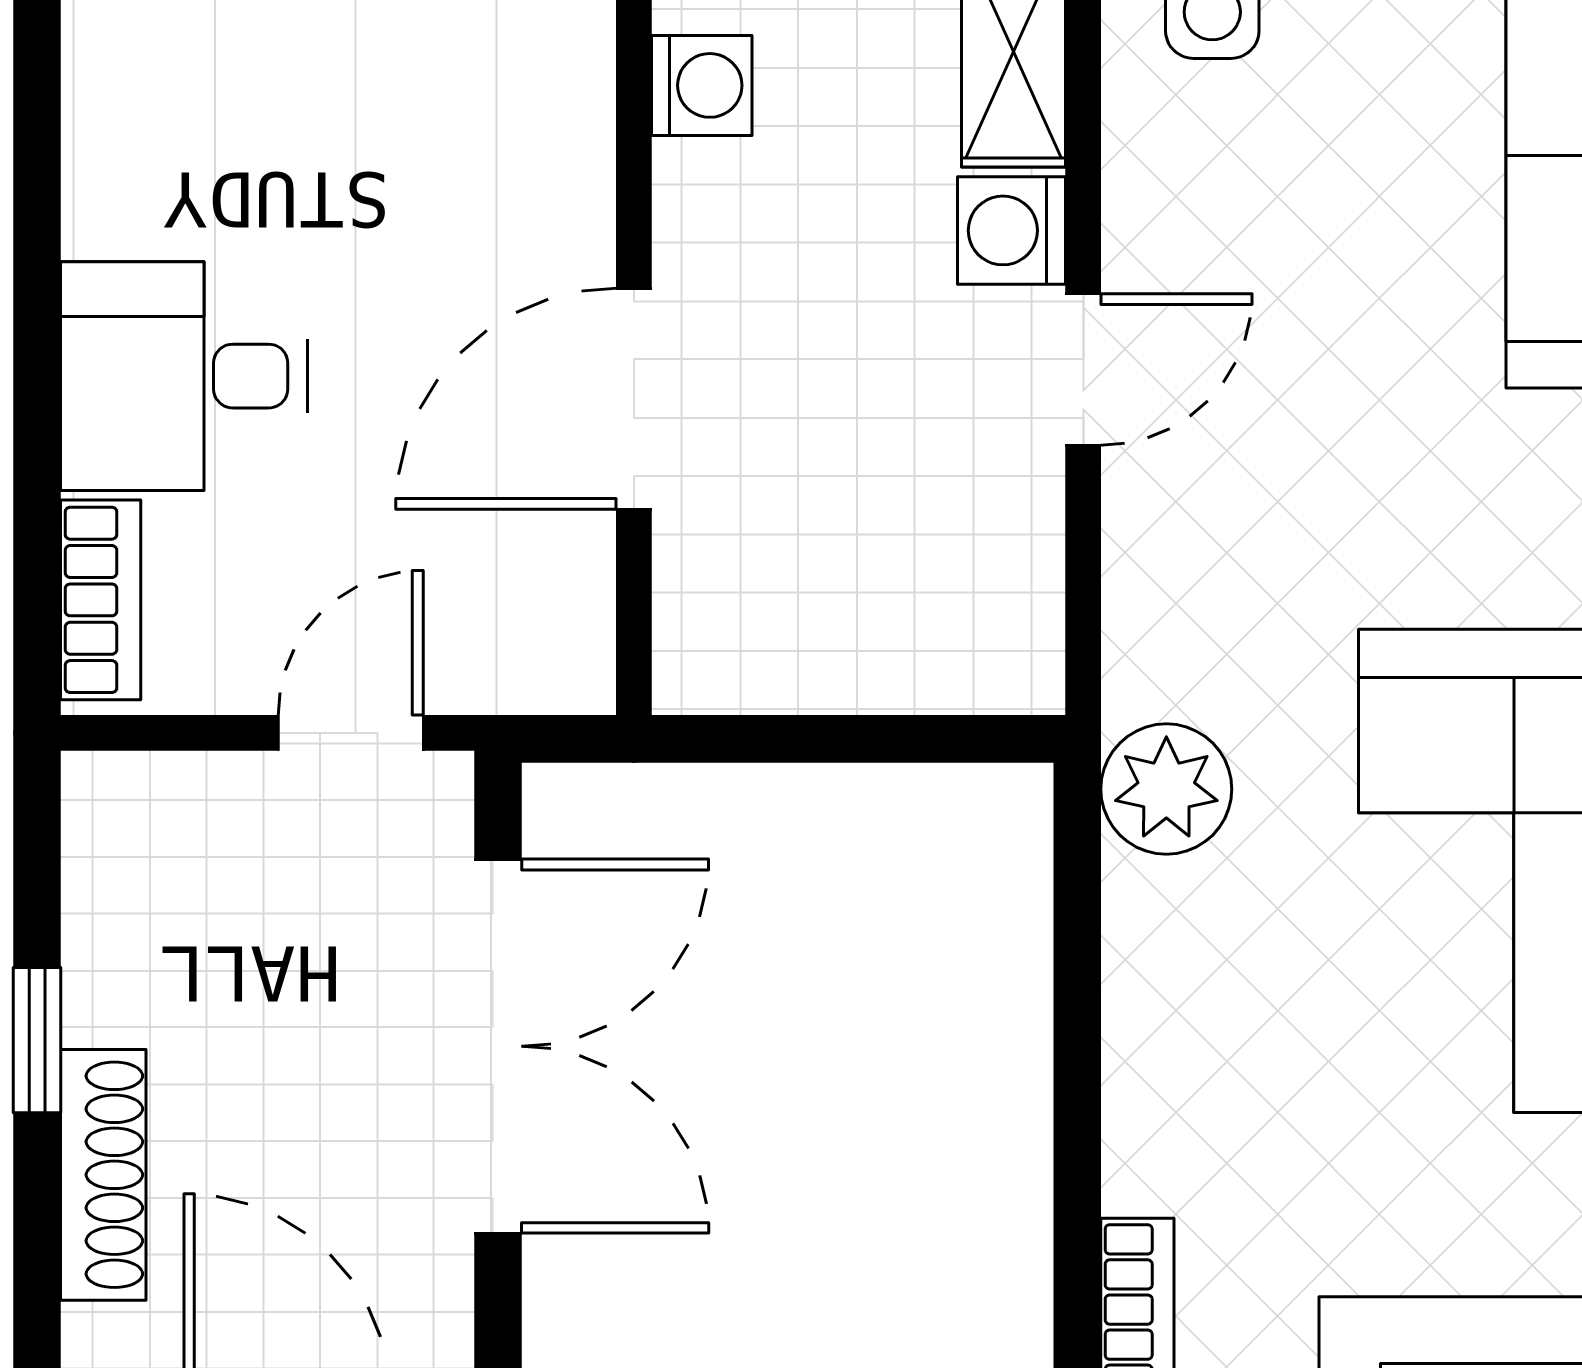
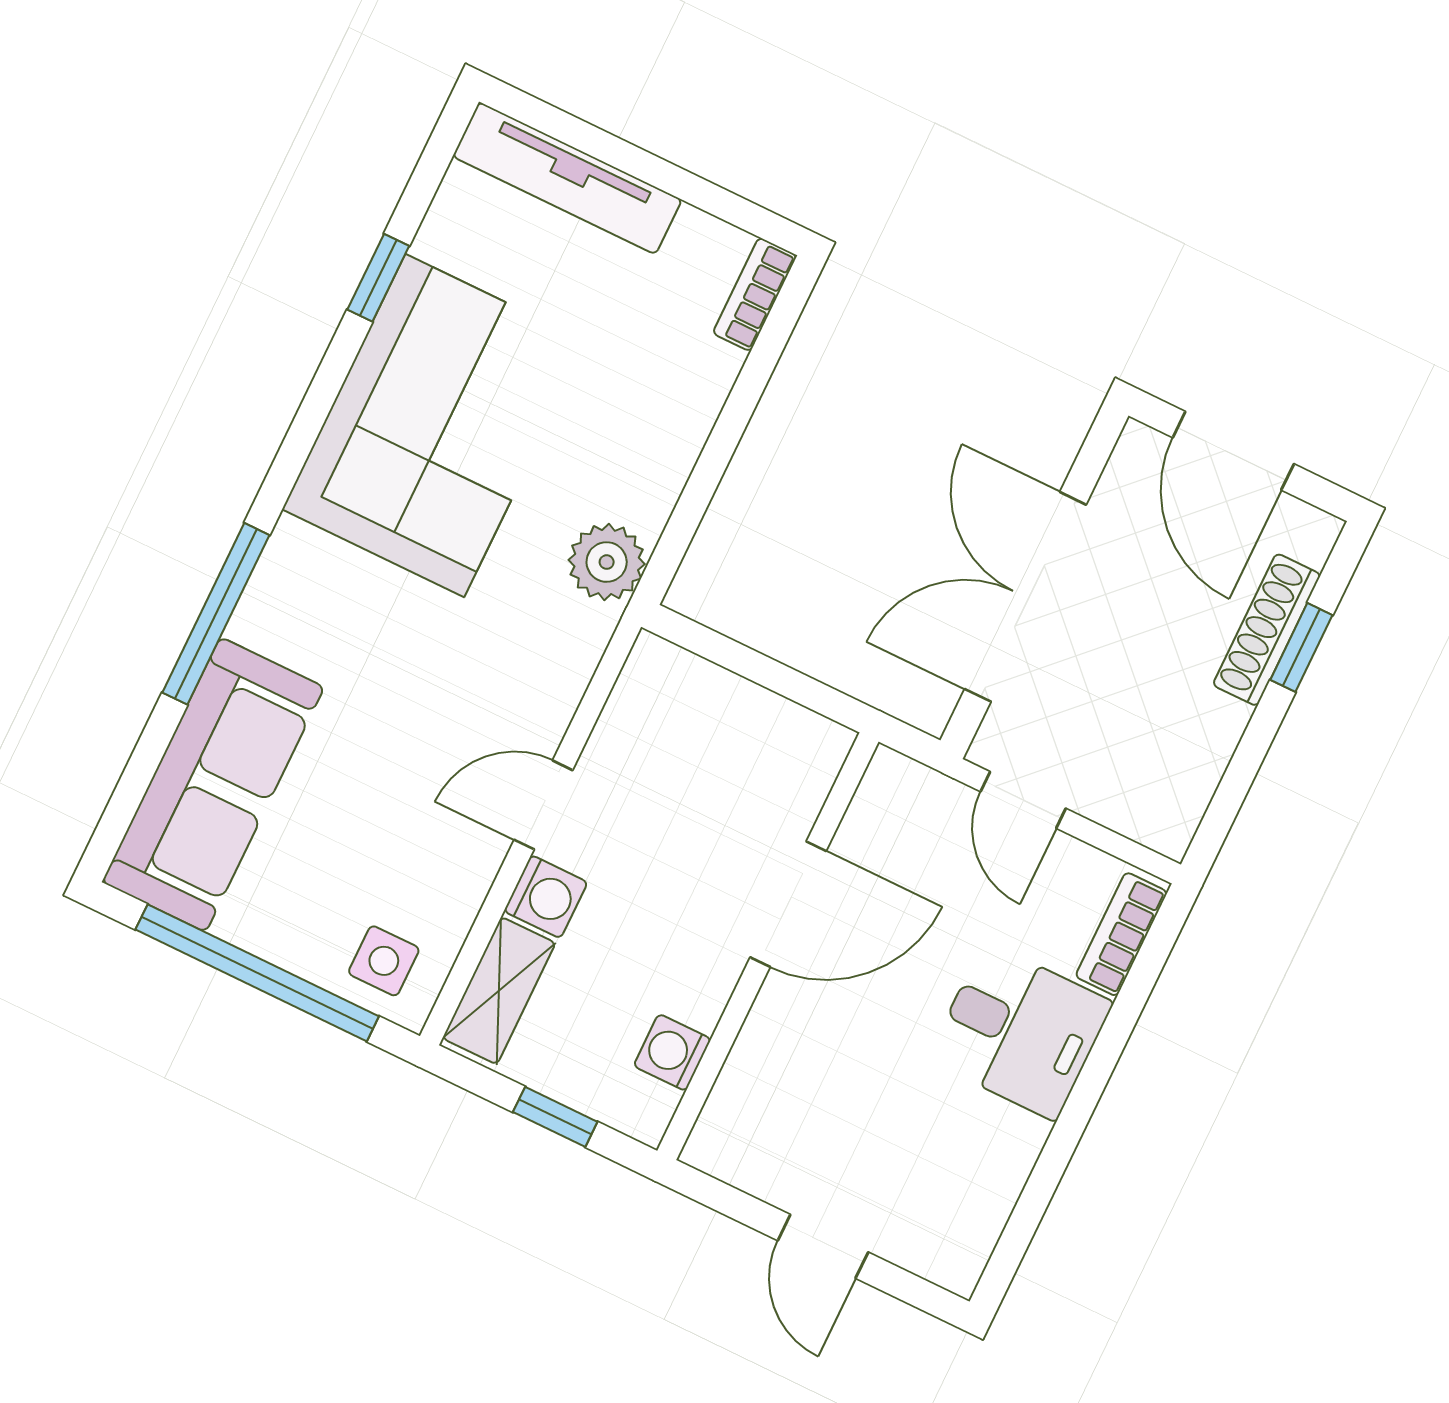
door: (351, 733) -> (1023, 800), hinge flipped
window: (37, 1040) -> (1301, 647), moved

